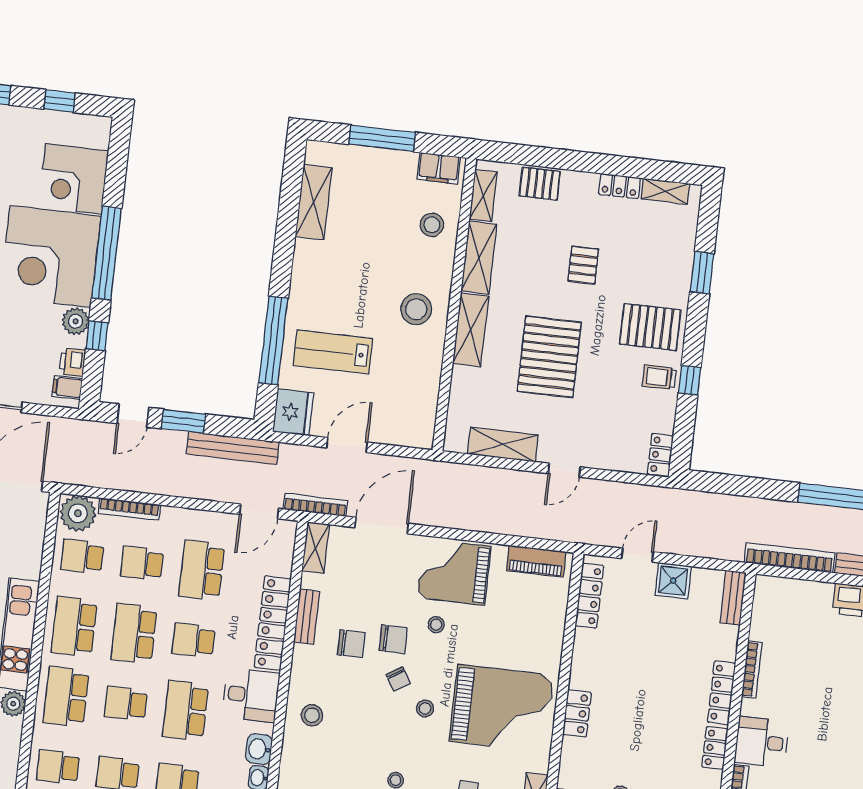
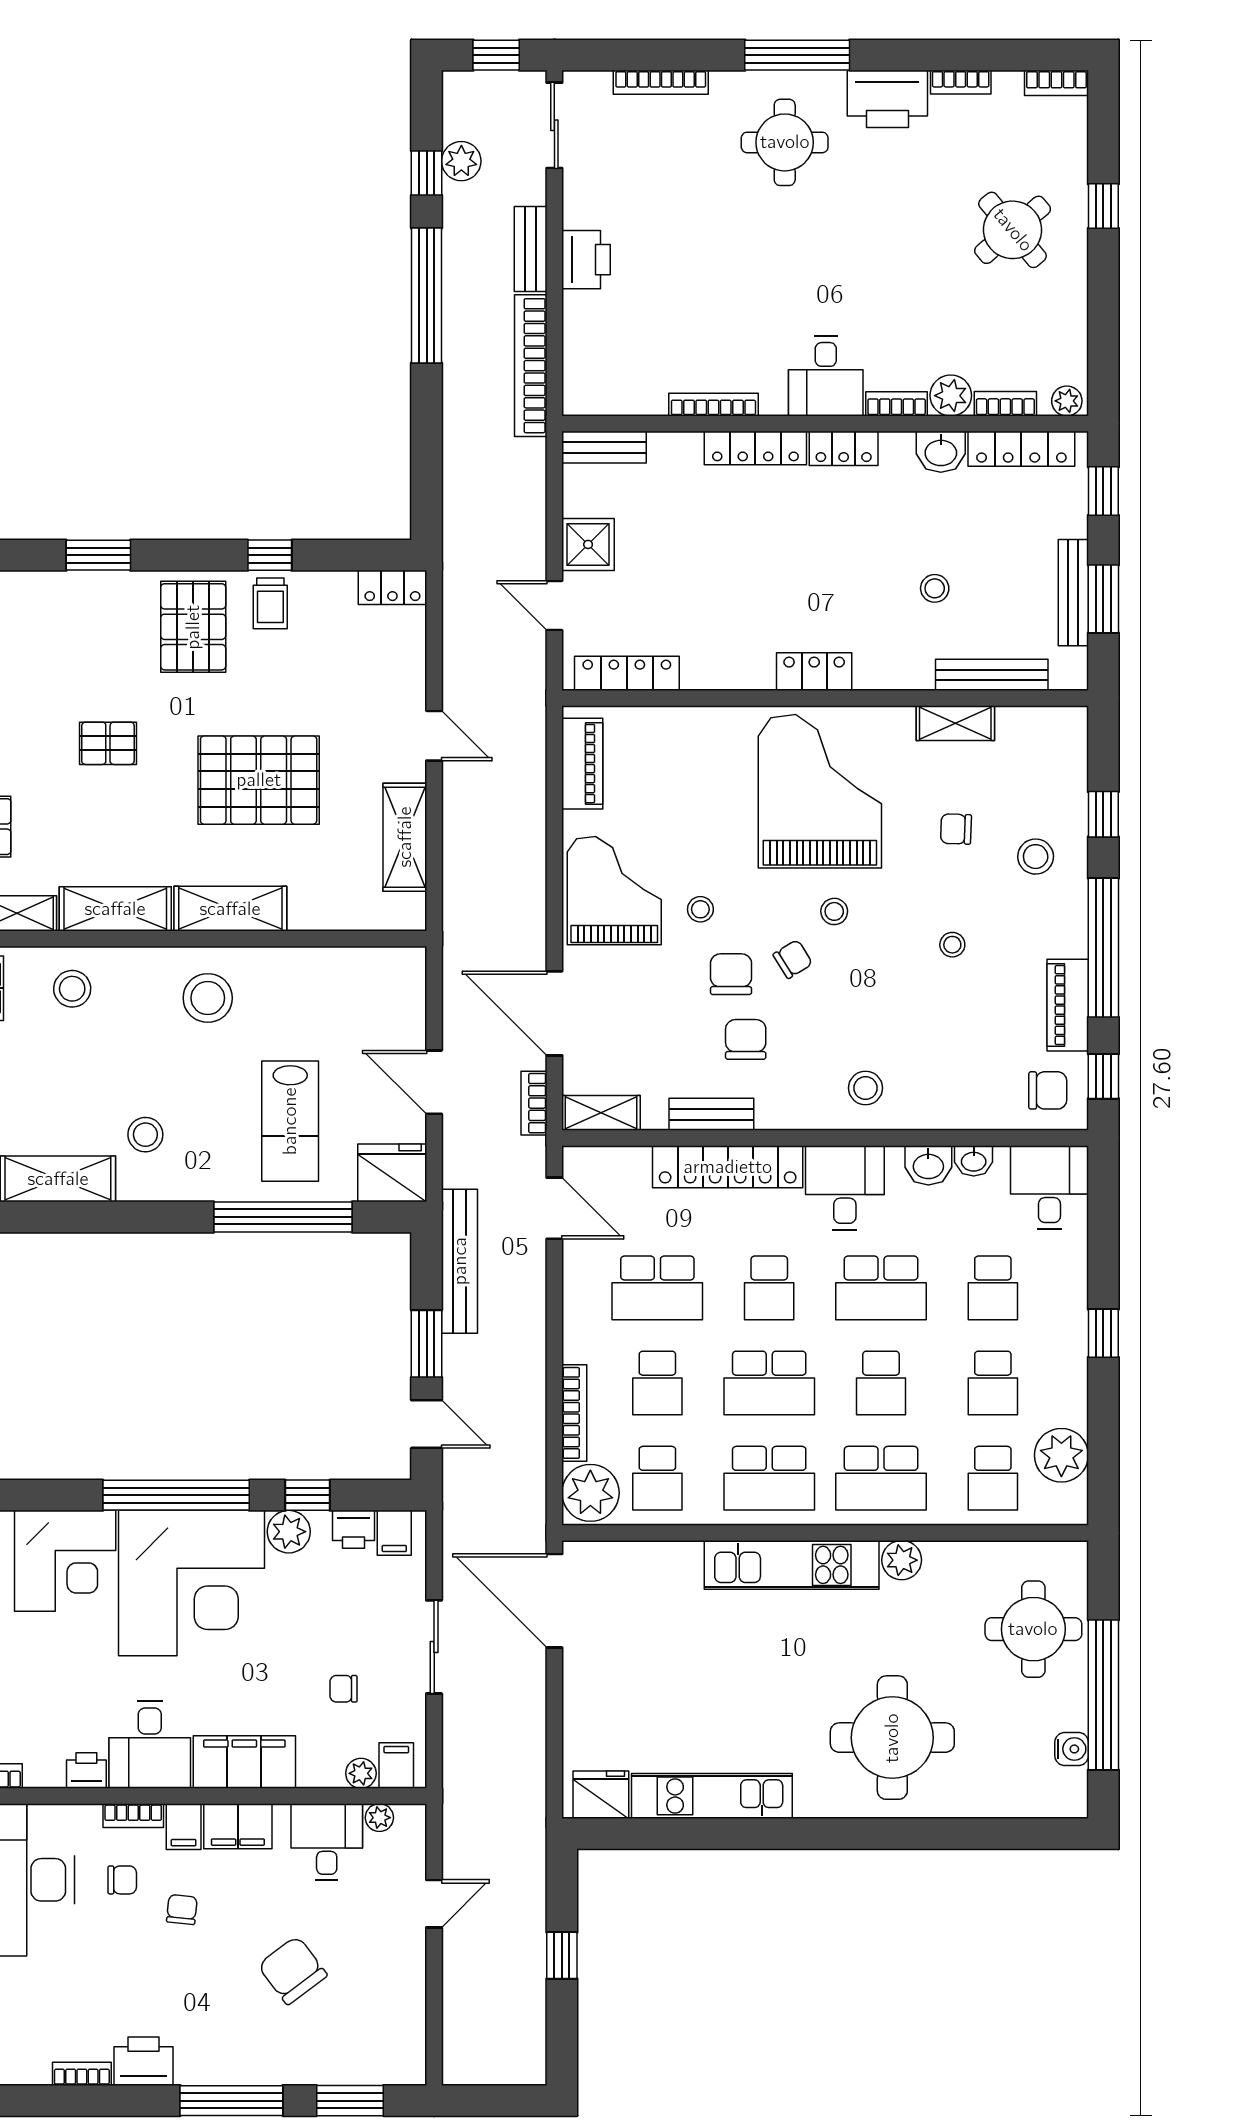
stool: (335, 260) -> (145, 1135), added
bookcase: (315, 505) -> (534, 1103), width x0.64
grand piano: (454, 572) -> (614, 891), turned 180

